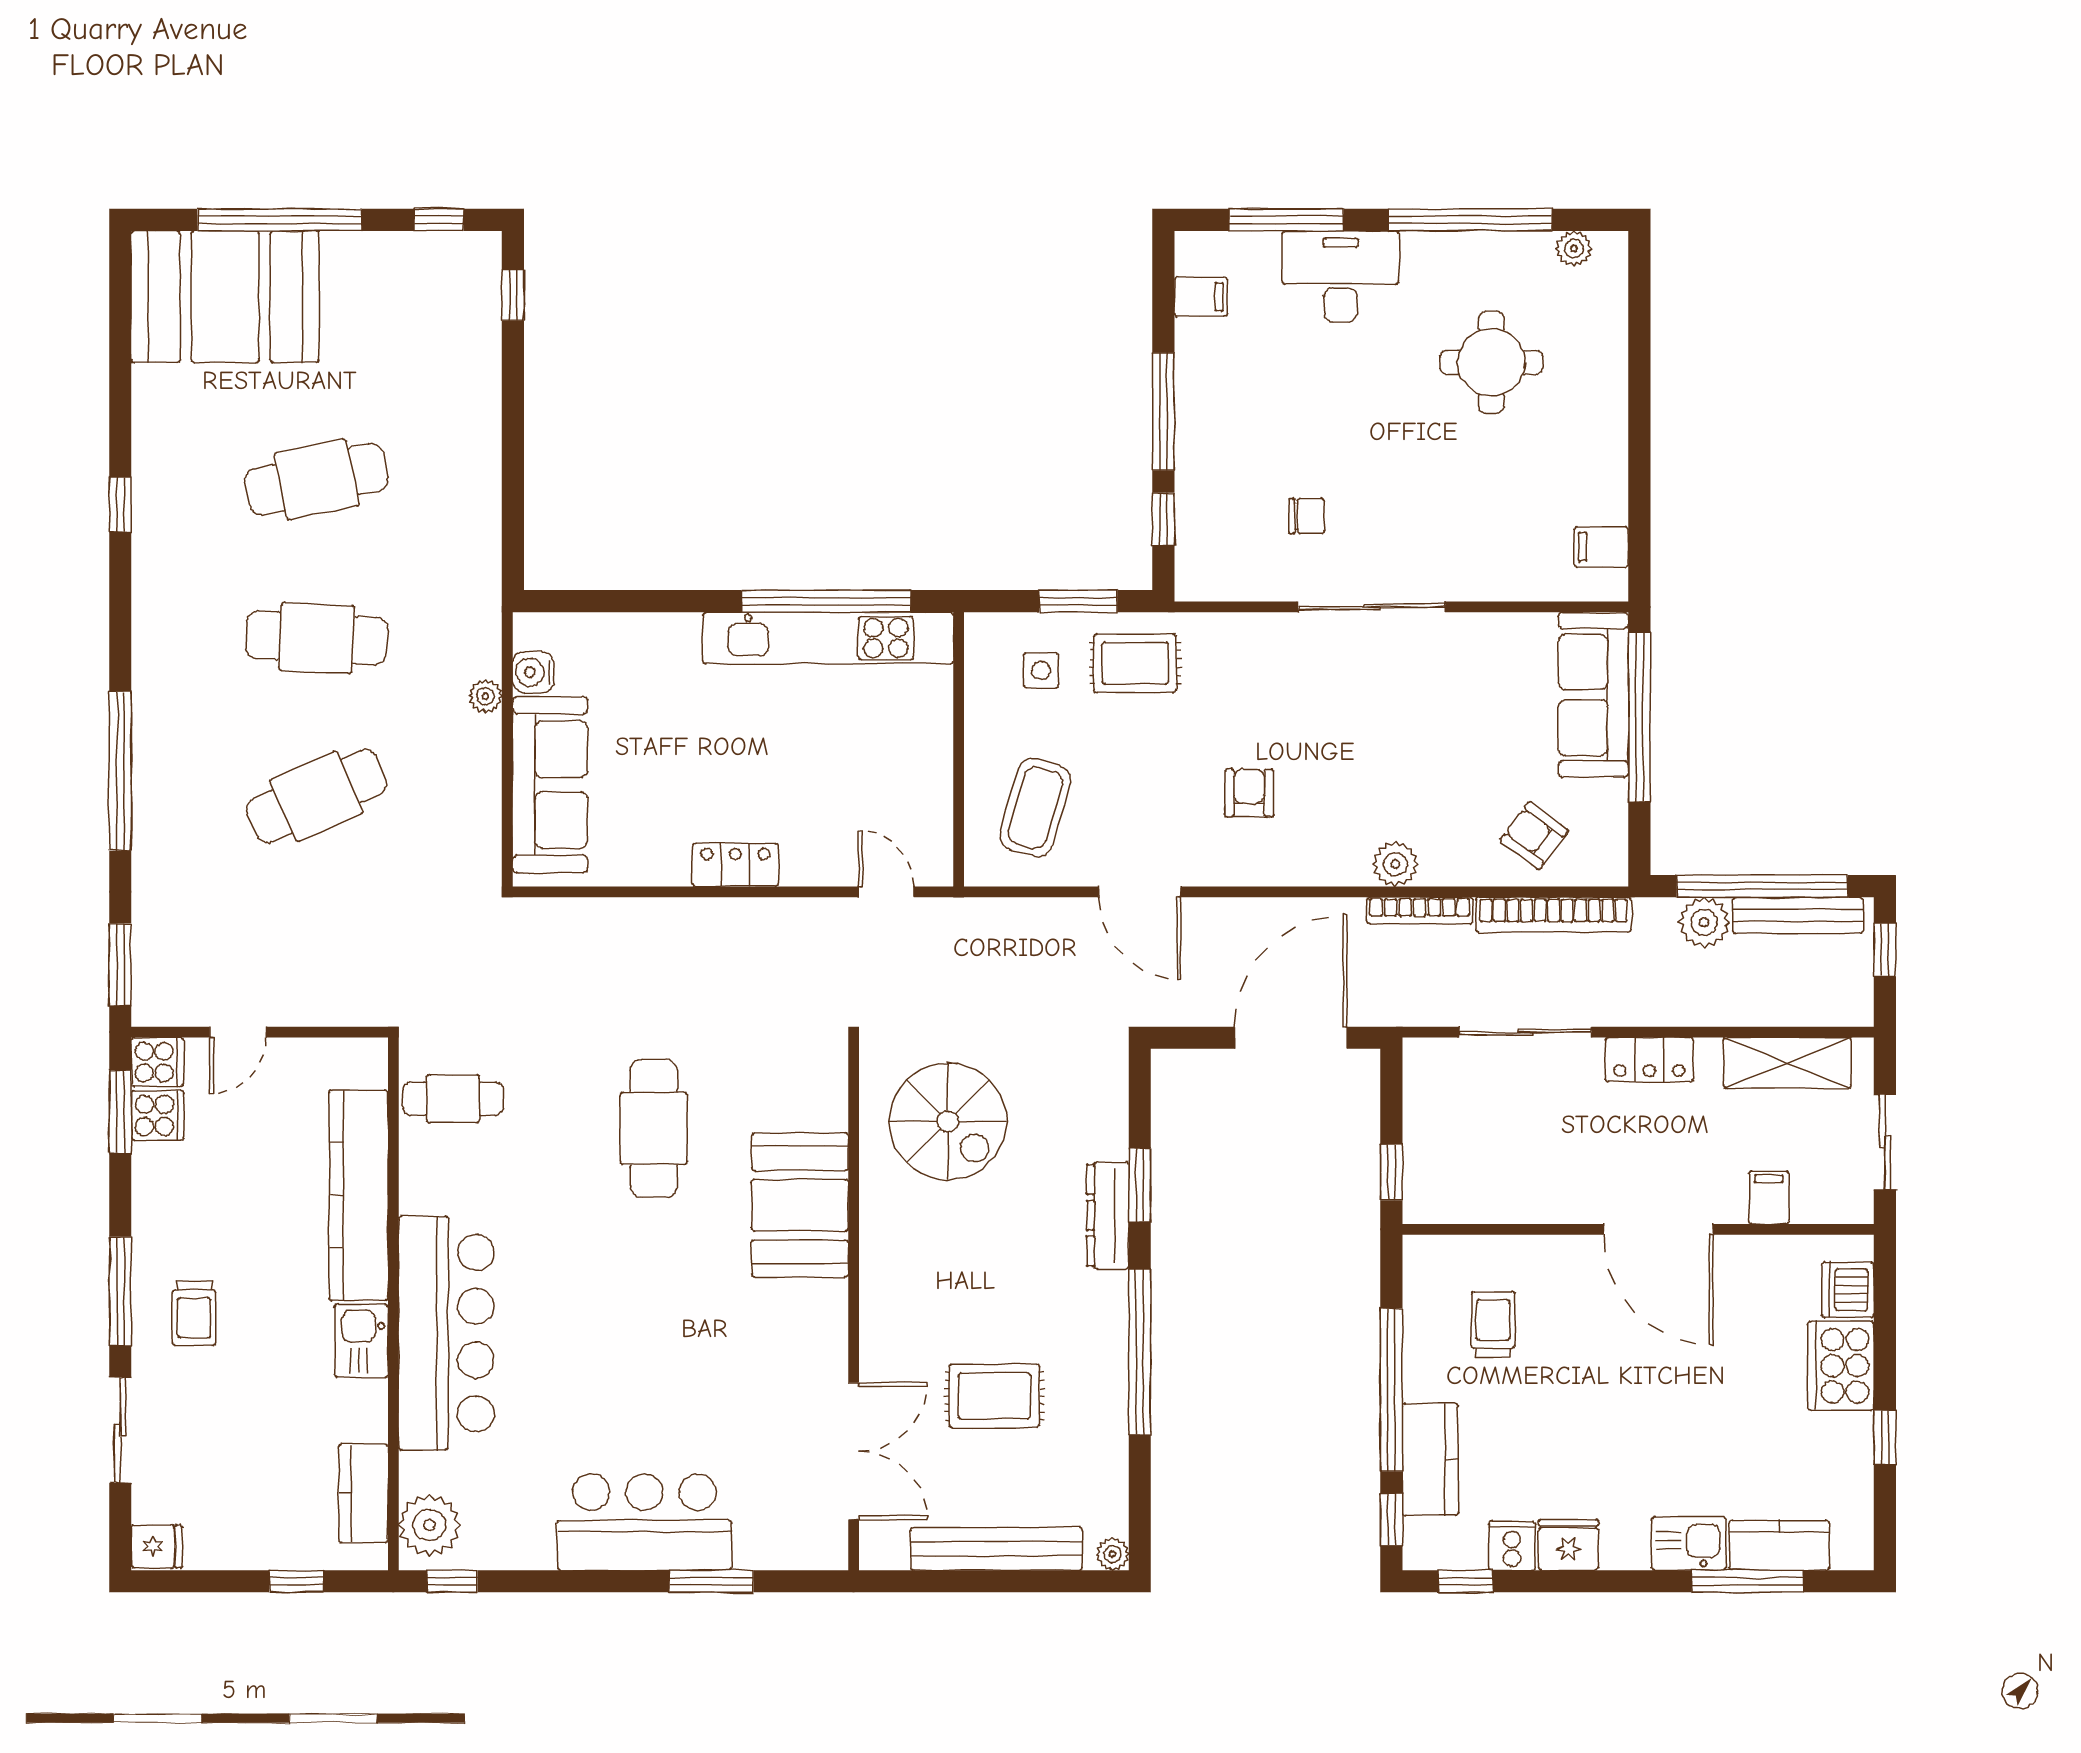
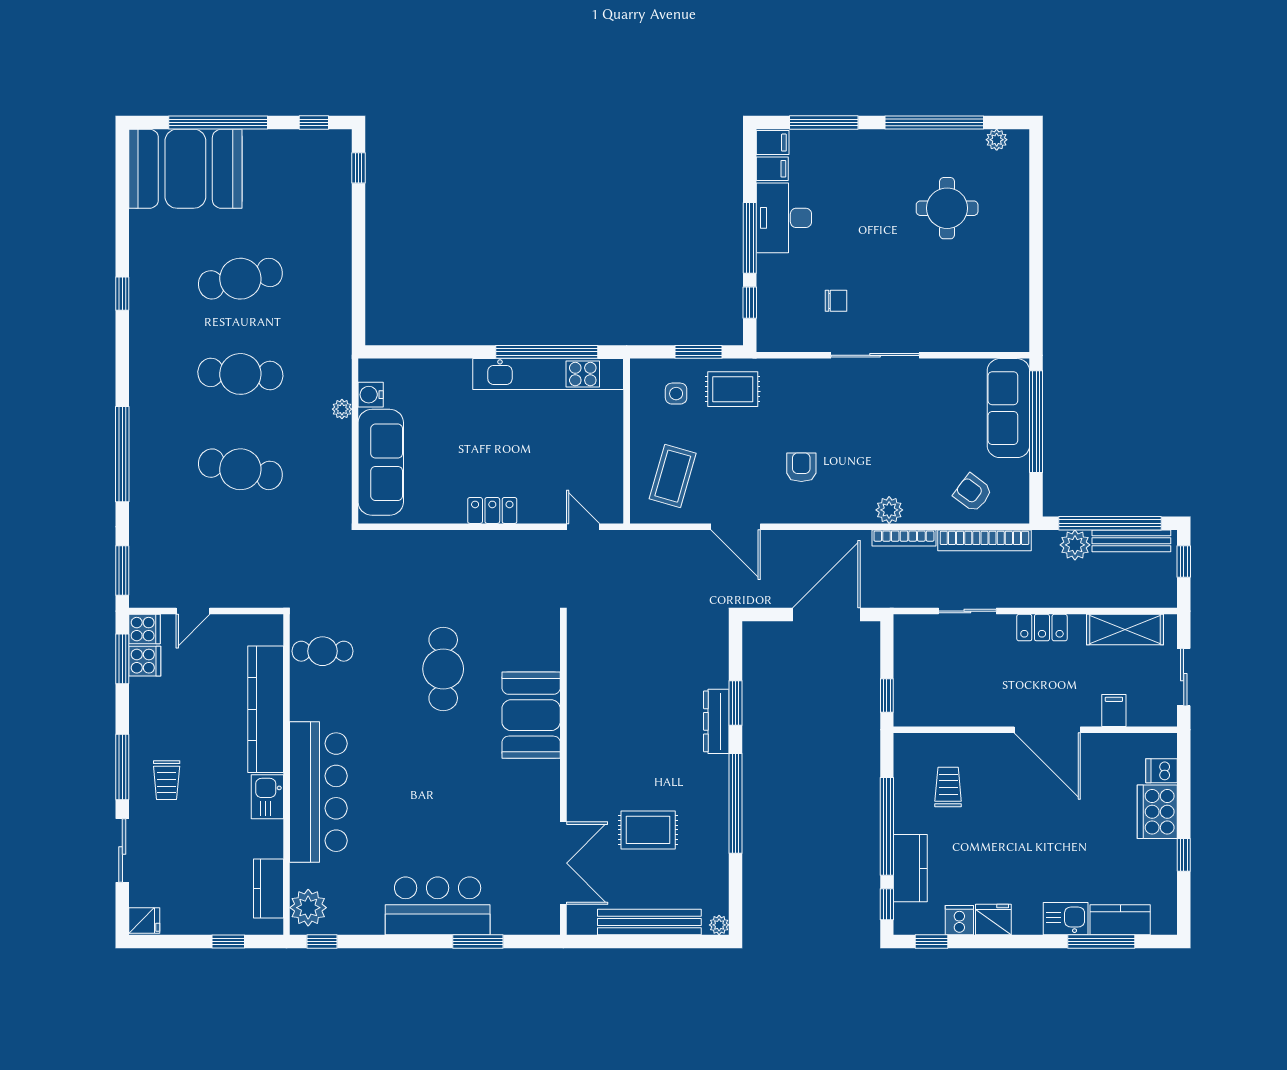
desk: (1341, 277) -> (784, 218), moved, turned -90
filing cabinet: (1601, 547) -> (773, 143), moved, turned 180
cafe table: (317, 796) -> (240, 469), turned 36
sliding door: (1525, 1032) -> (967, 611), width x0.73
spiral stairs: (948, 1121) -> (620, 665), removed
dishwasher: (1848, 1290) -> (1161, 771), width x0.73

